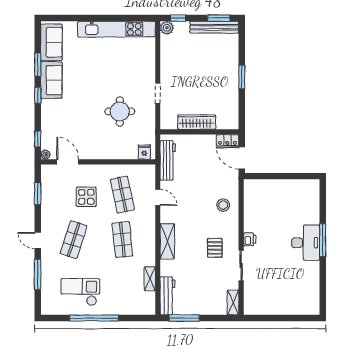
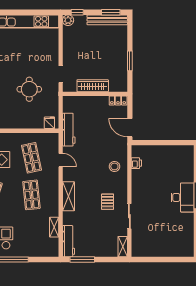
wardrobe: (197, 122) -> (93, 86), moved
wall: (199, 132) -> (95, 94), moved
locker: (227, 140) -> (118, 101), moved
printer: (250, 239) -> (136, 163), moved

